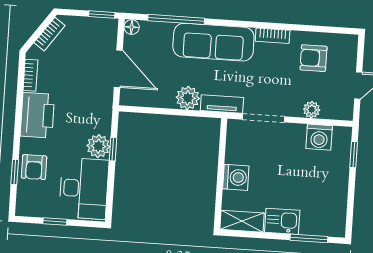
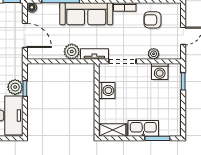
washing machine: (236, 177) -> (107, 90), moved
kitchen sink: (282, 221) -> (143, 128), width x1.38

